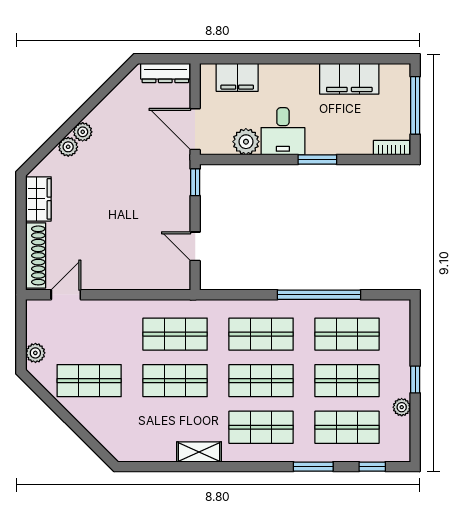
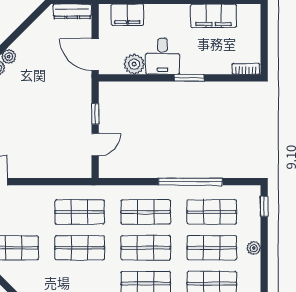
window: (415, 105) -> (264, 36), removed
window: (195, 182) -> (95, 114), moved
door: (195, 246) -> (95, 145), swing flipped
window: (415, 380) -> (264, 206), moved
plant: (402, 407) -> (254, 248), moved

